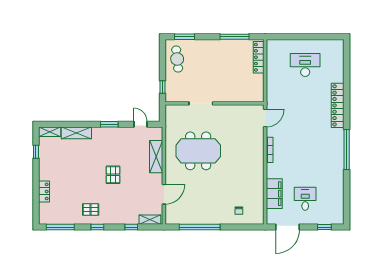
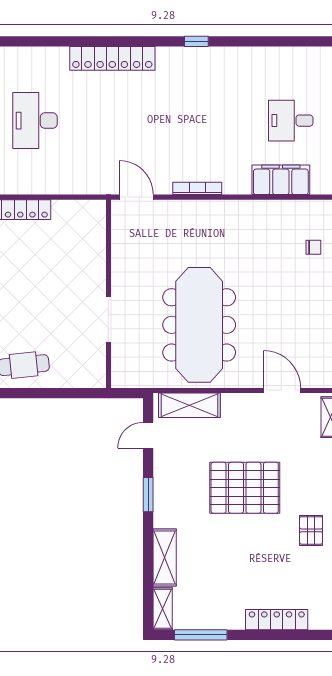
window: (163, 87) -> (77, 393), removed
window: (347, 149) -> (196, 41), width x0.32
meeting table: (198, 151) -> (199, 325), width x1.36
window: (36, 152) -> (201, 635), width x2.17
shelving: (156, 157) -> (189, 405), moved
pallet: (113, 175) -> (245, 488), width x2.05, depth x2.00
locker: (44, 191) -> (277, 620), width x1.53

